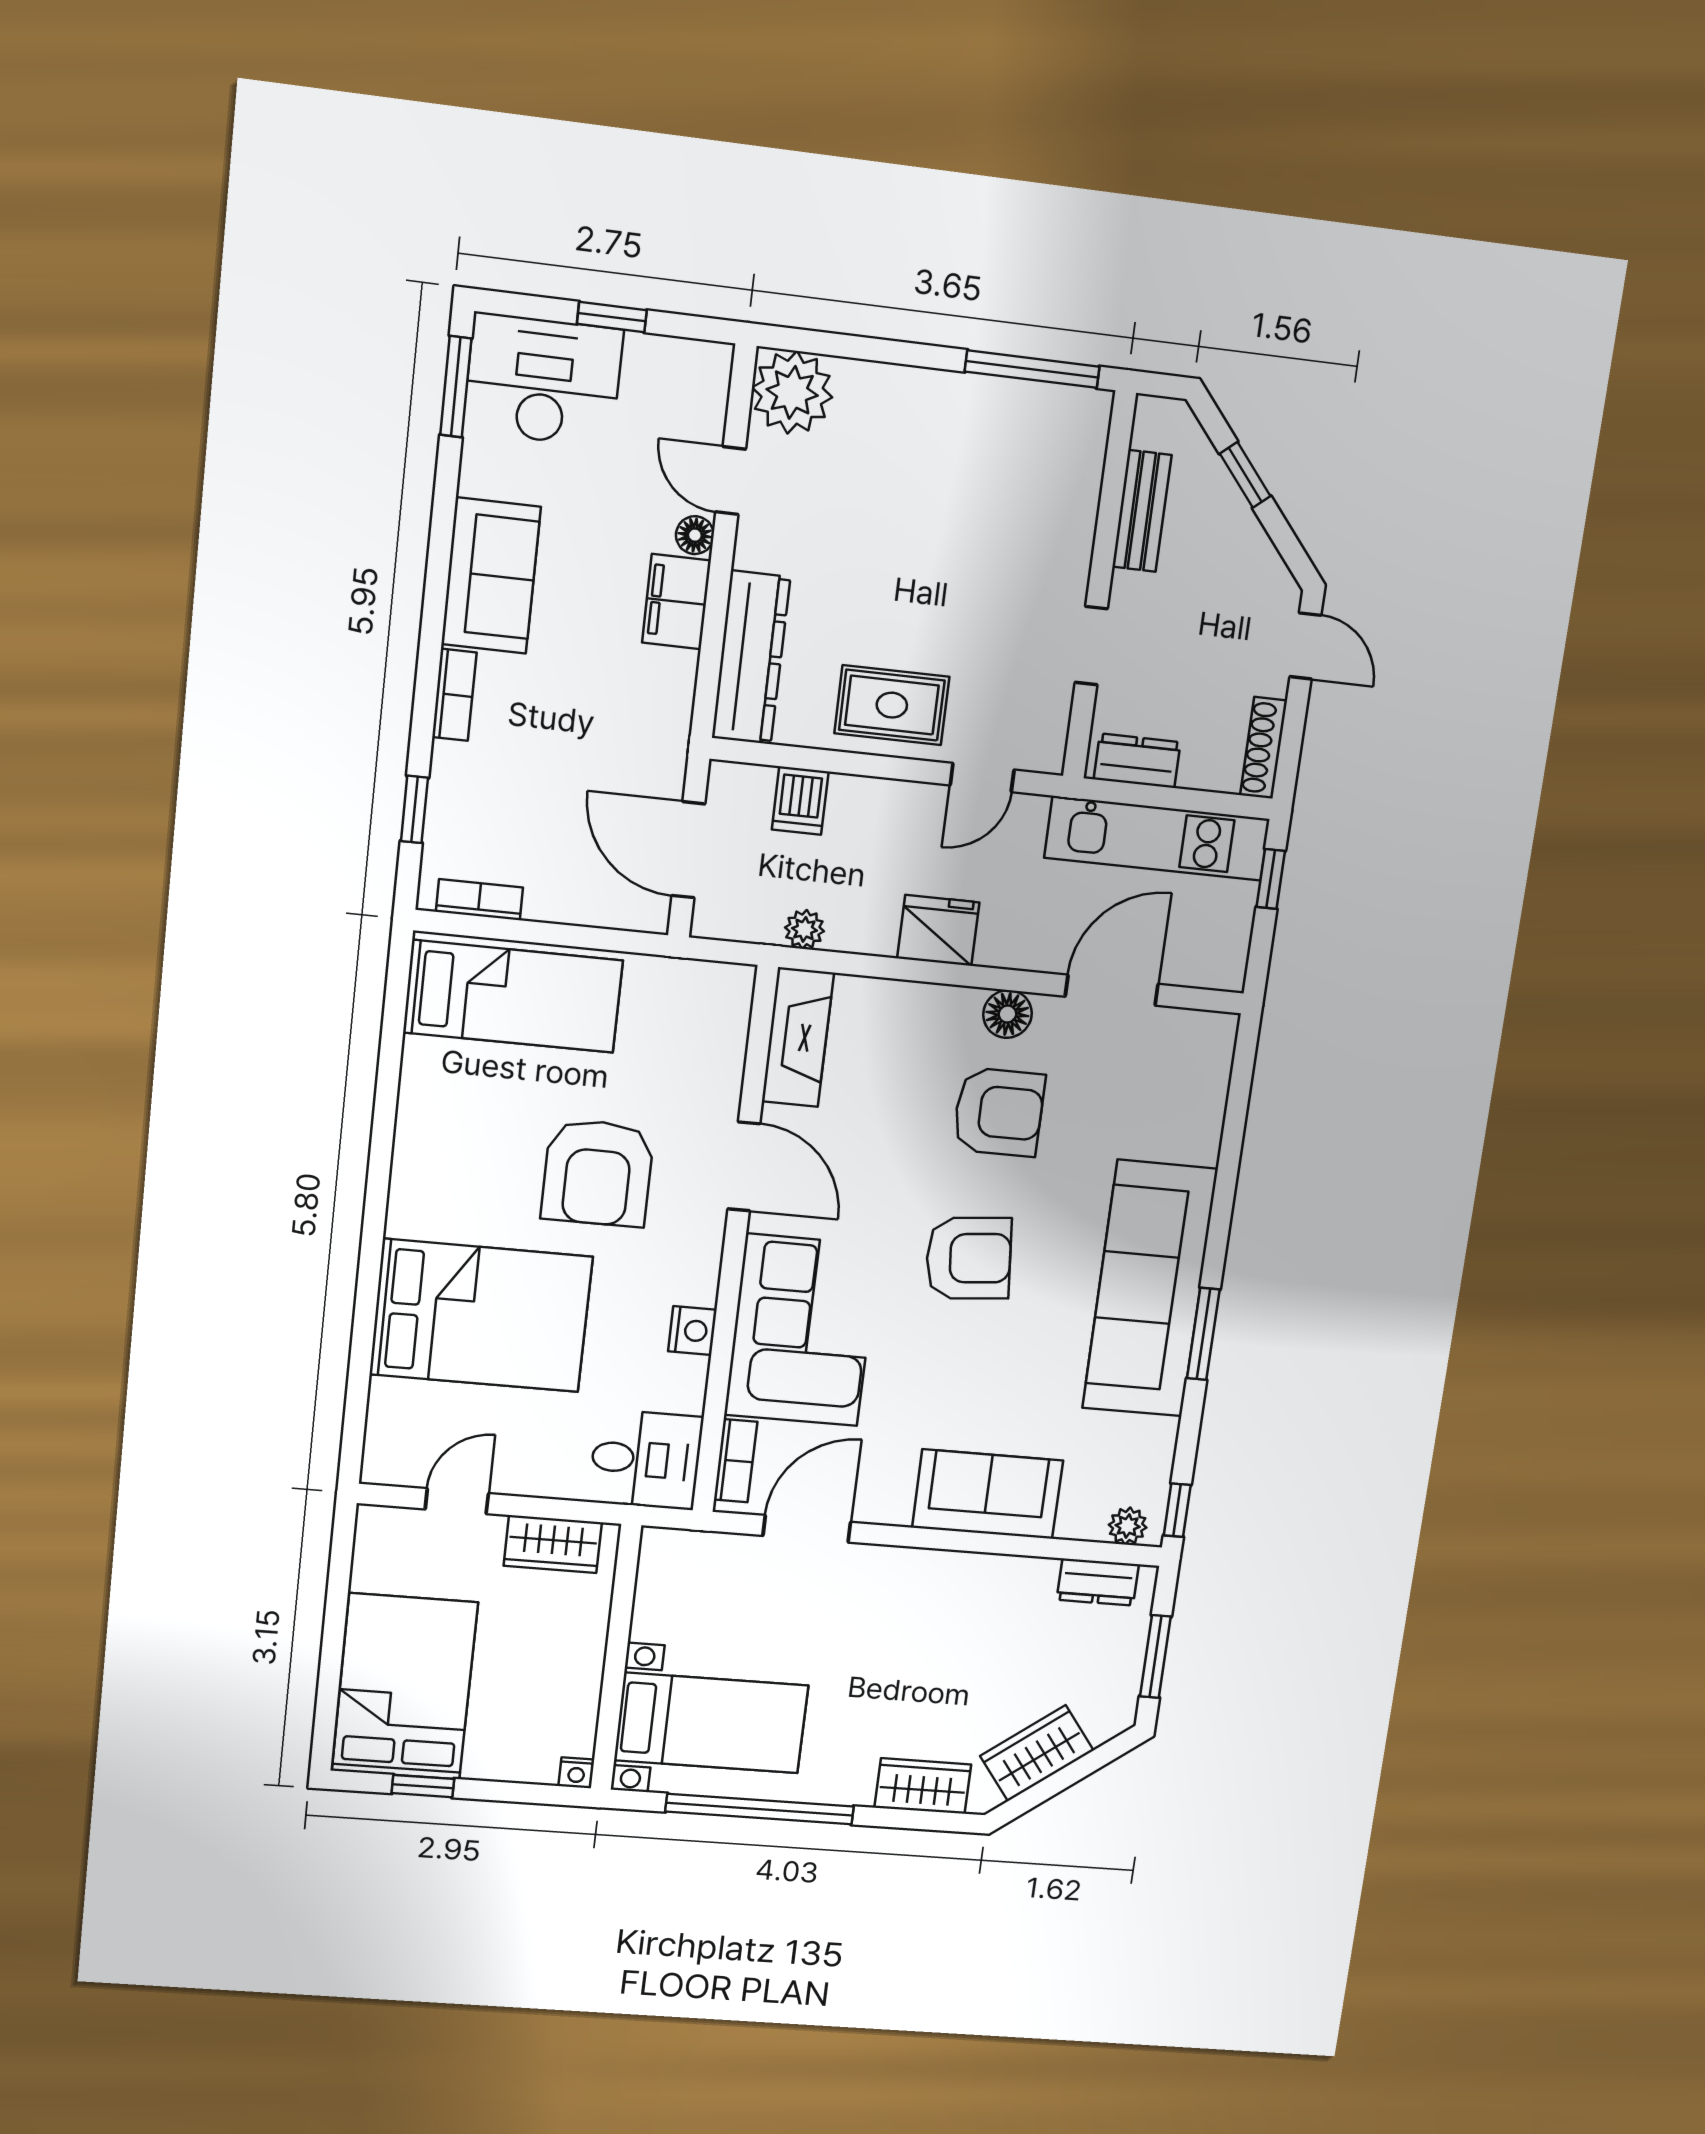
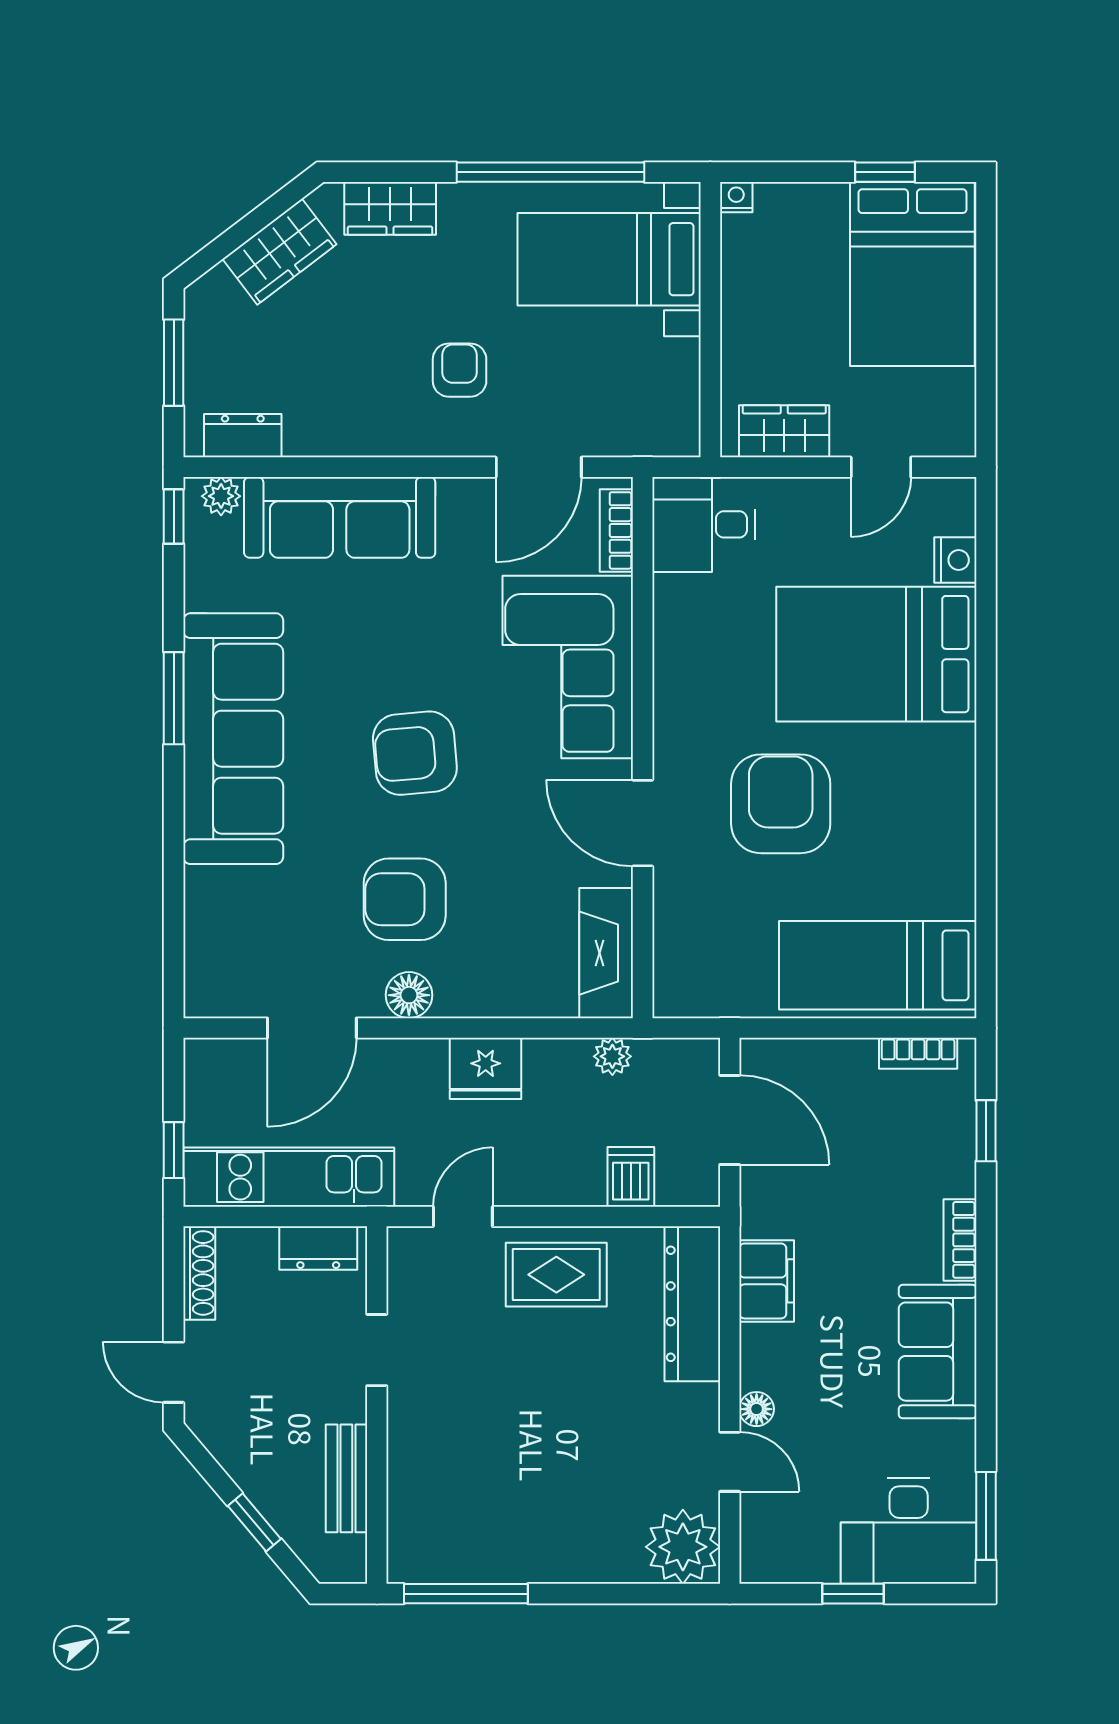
filing cabinet: (676, 602) -> (767, 1281), moved
nightstand: (692, 1331) -> (955, 560), moved, turned 180
sofa: (988, 1494) -> (340, 517), width x1.36
armchair: (874, 1628) -> (460, 370), added

